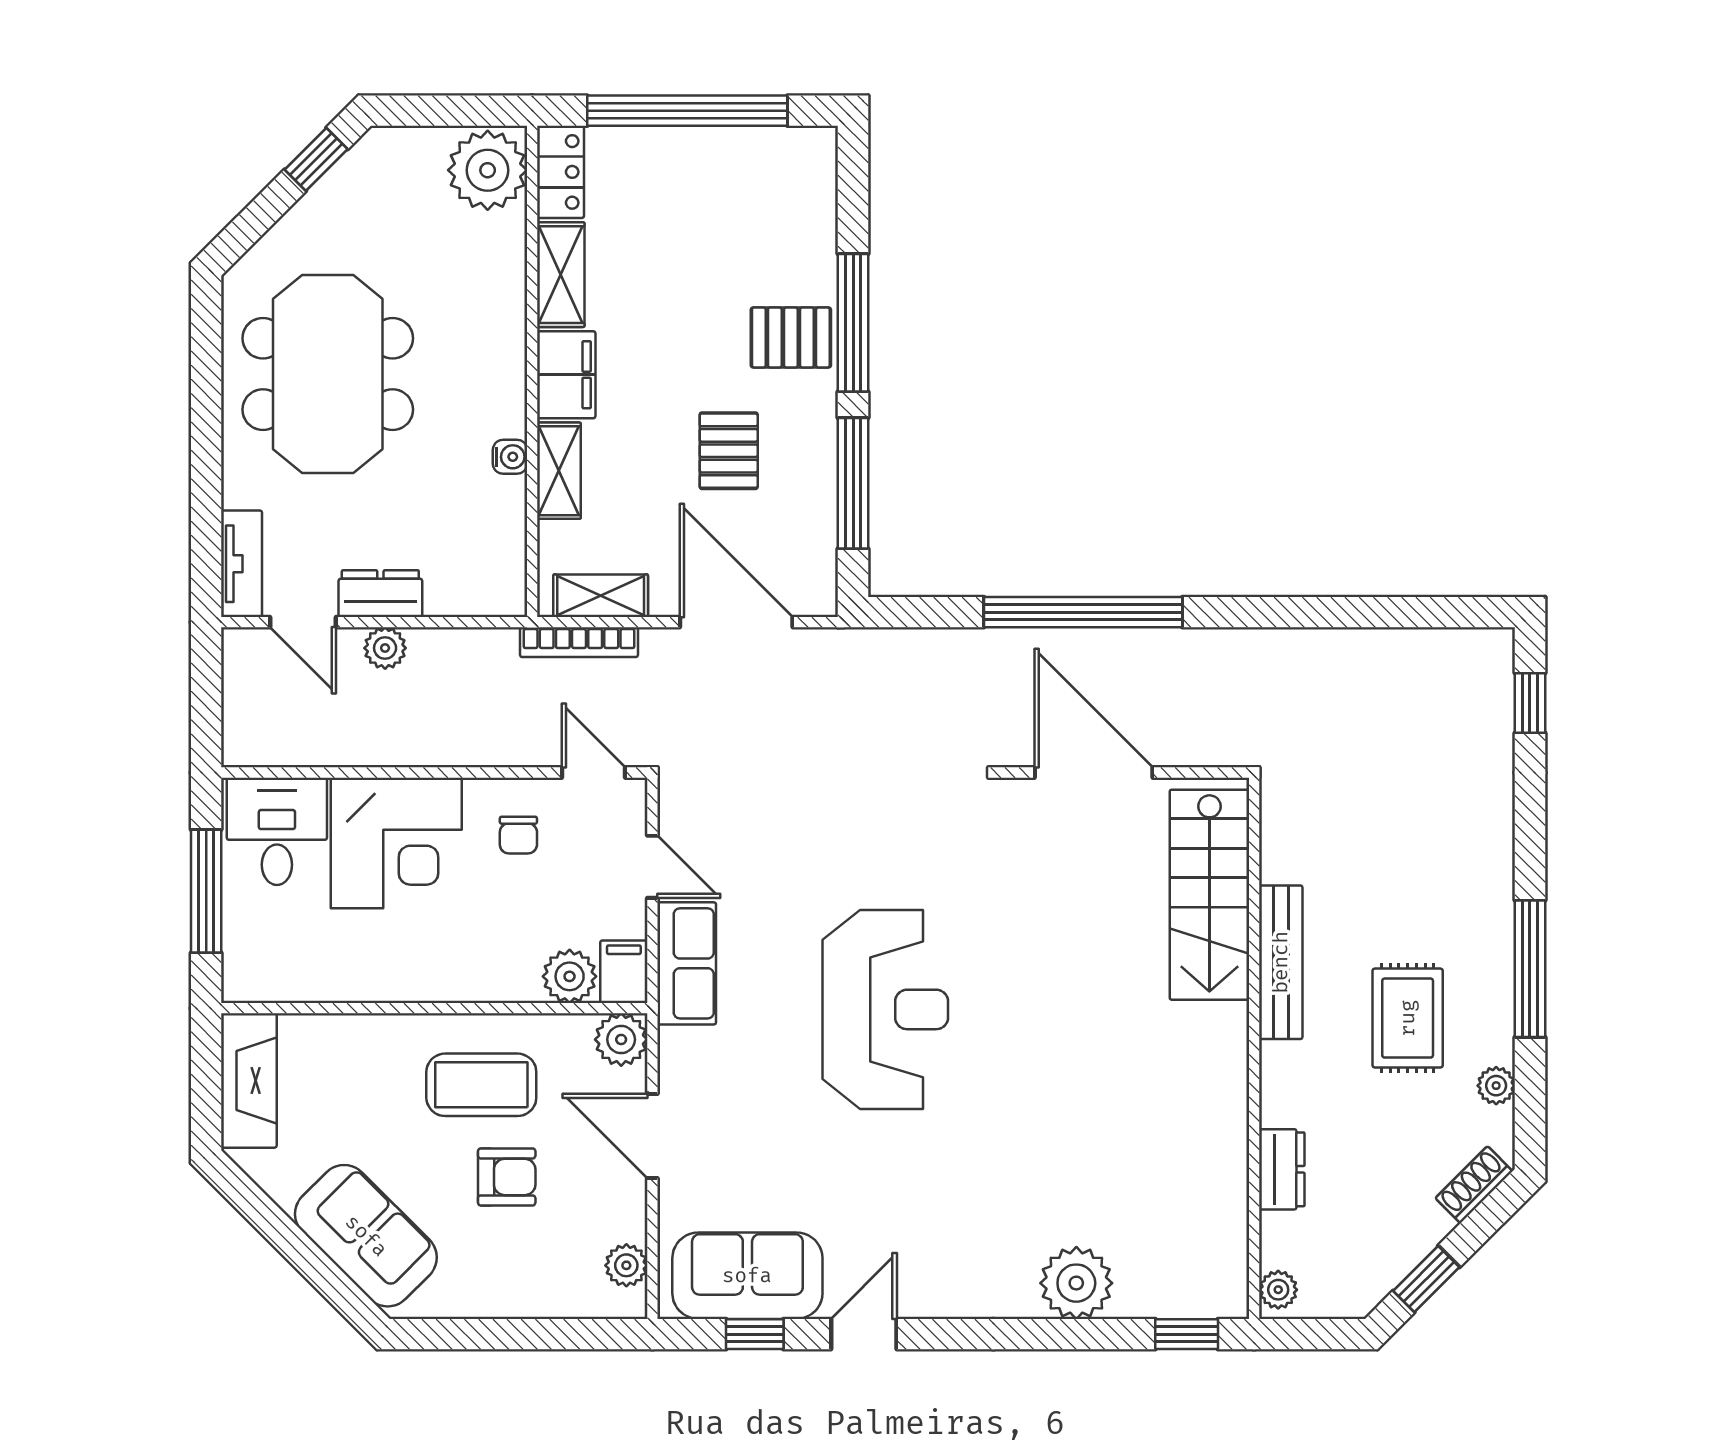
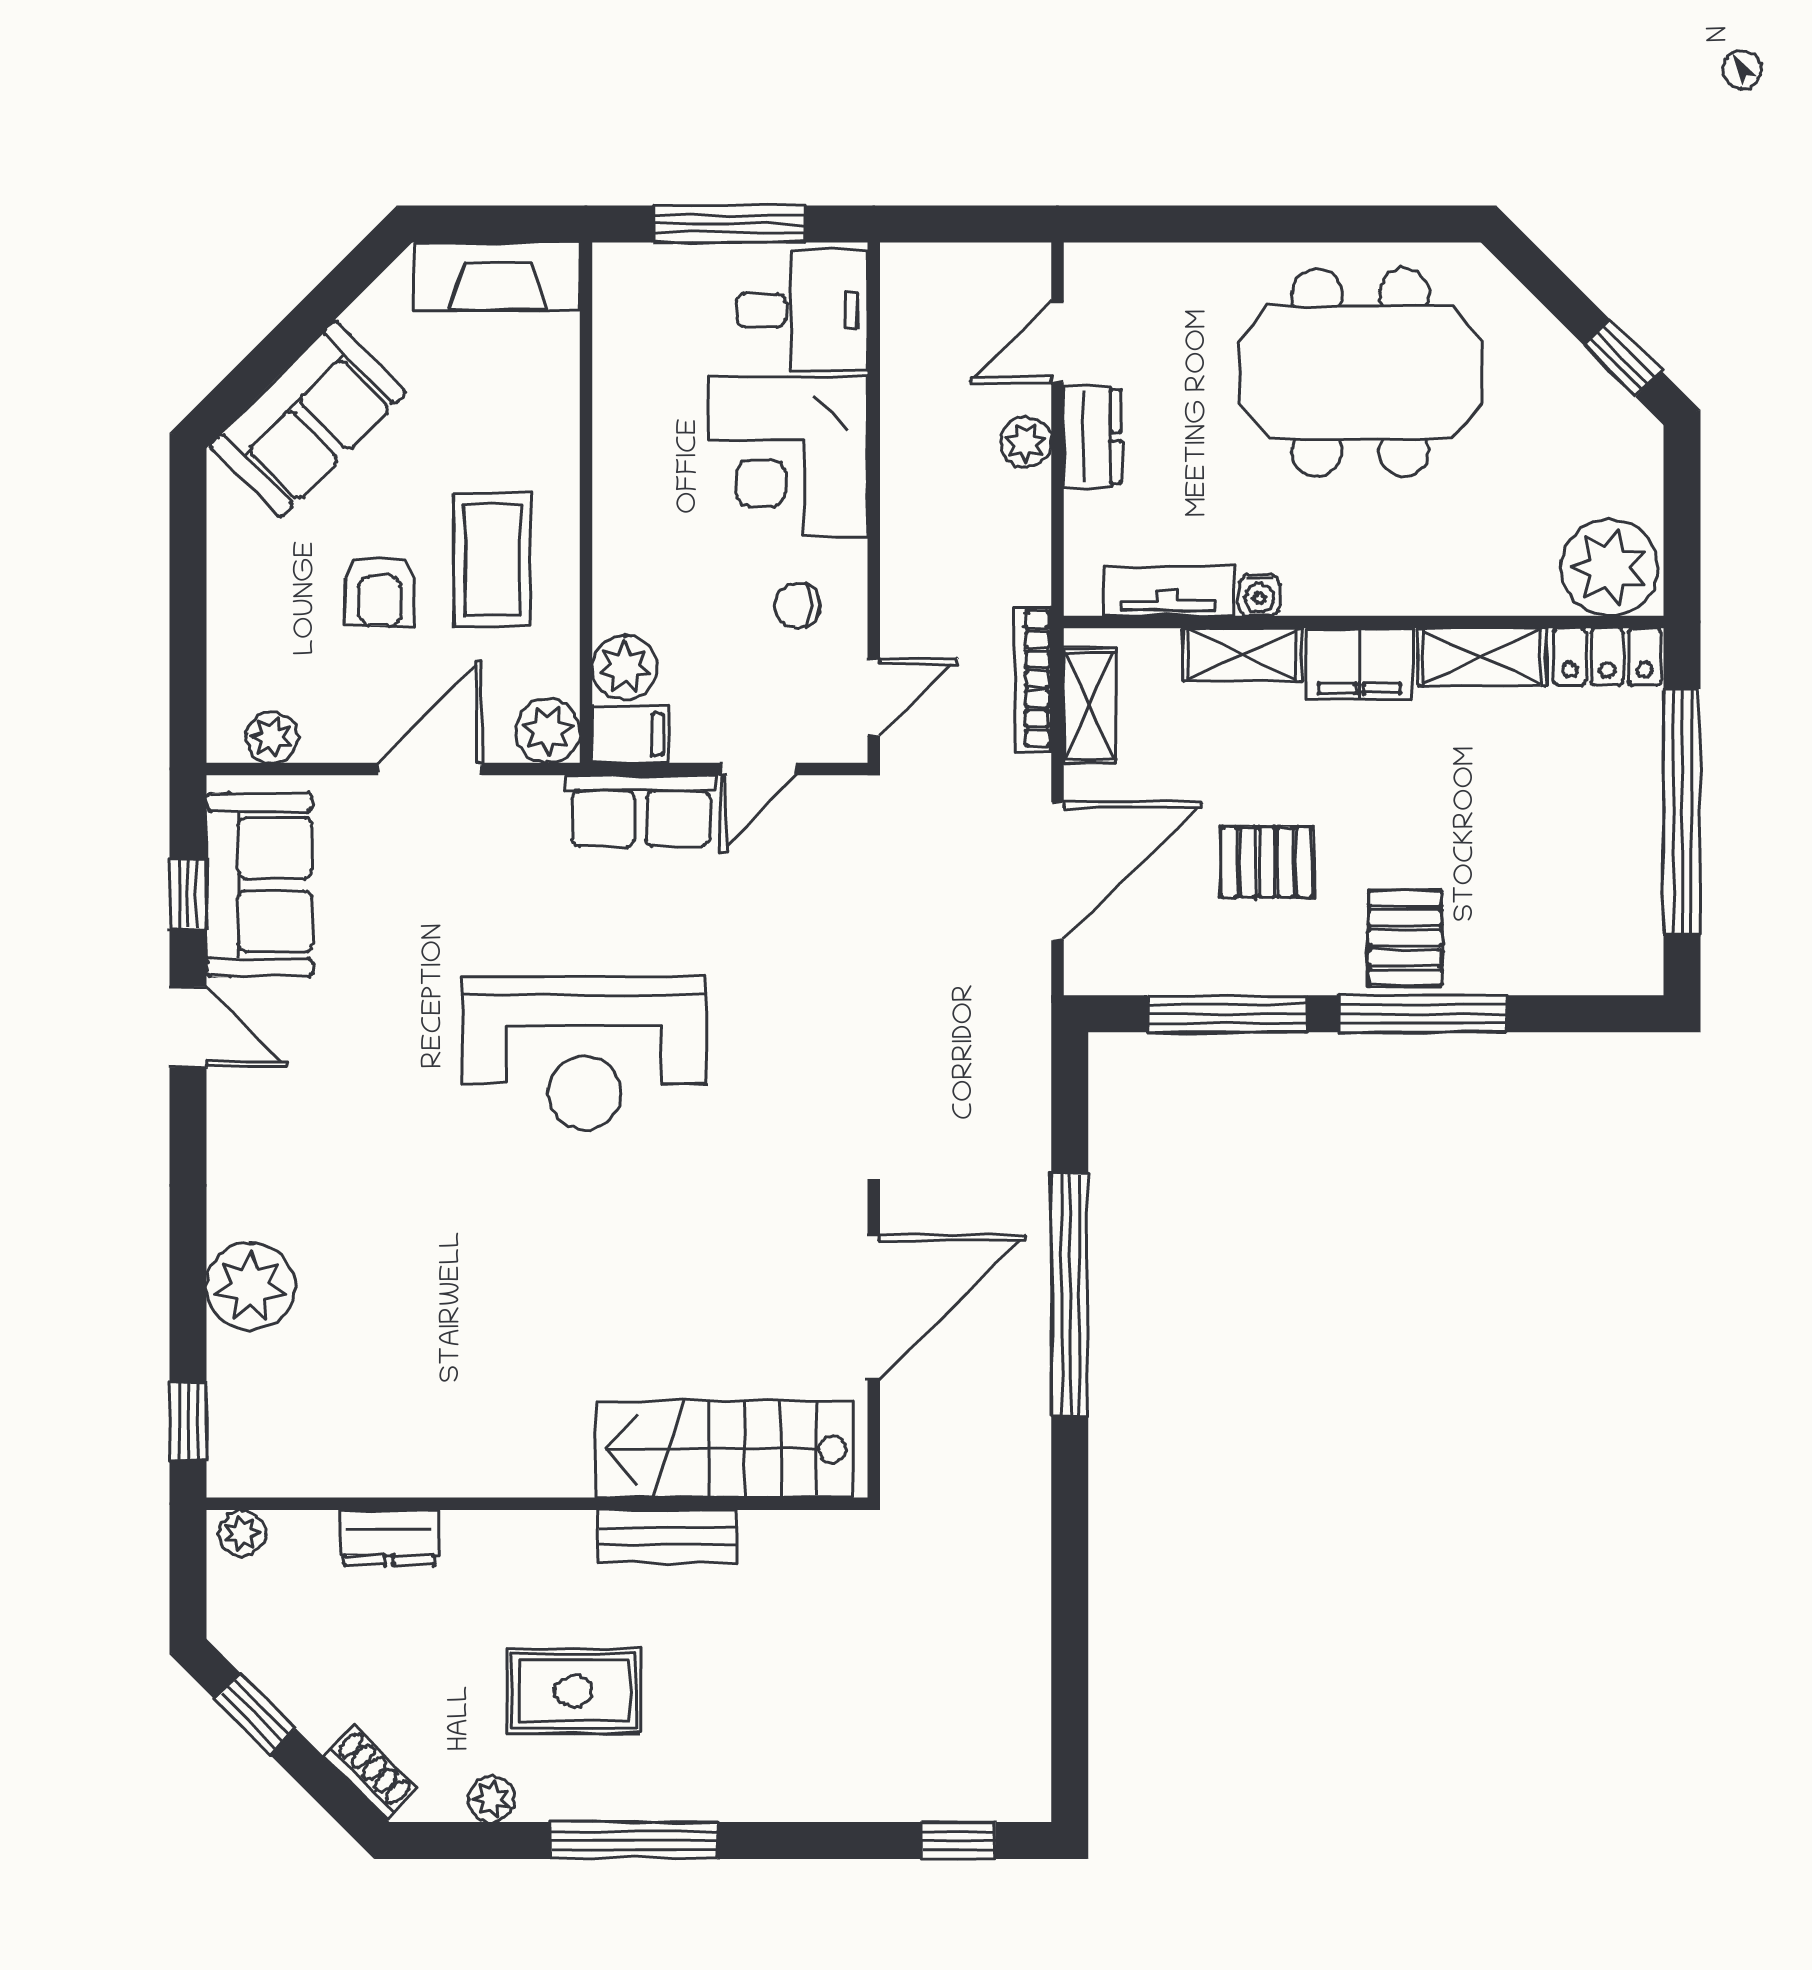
tv unit: (242, 564) -> (1168, 591), moved, turned 180
bench: (1281, 962) -> (667, 1536), width x0.73

